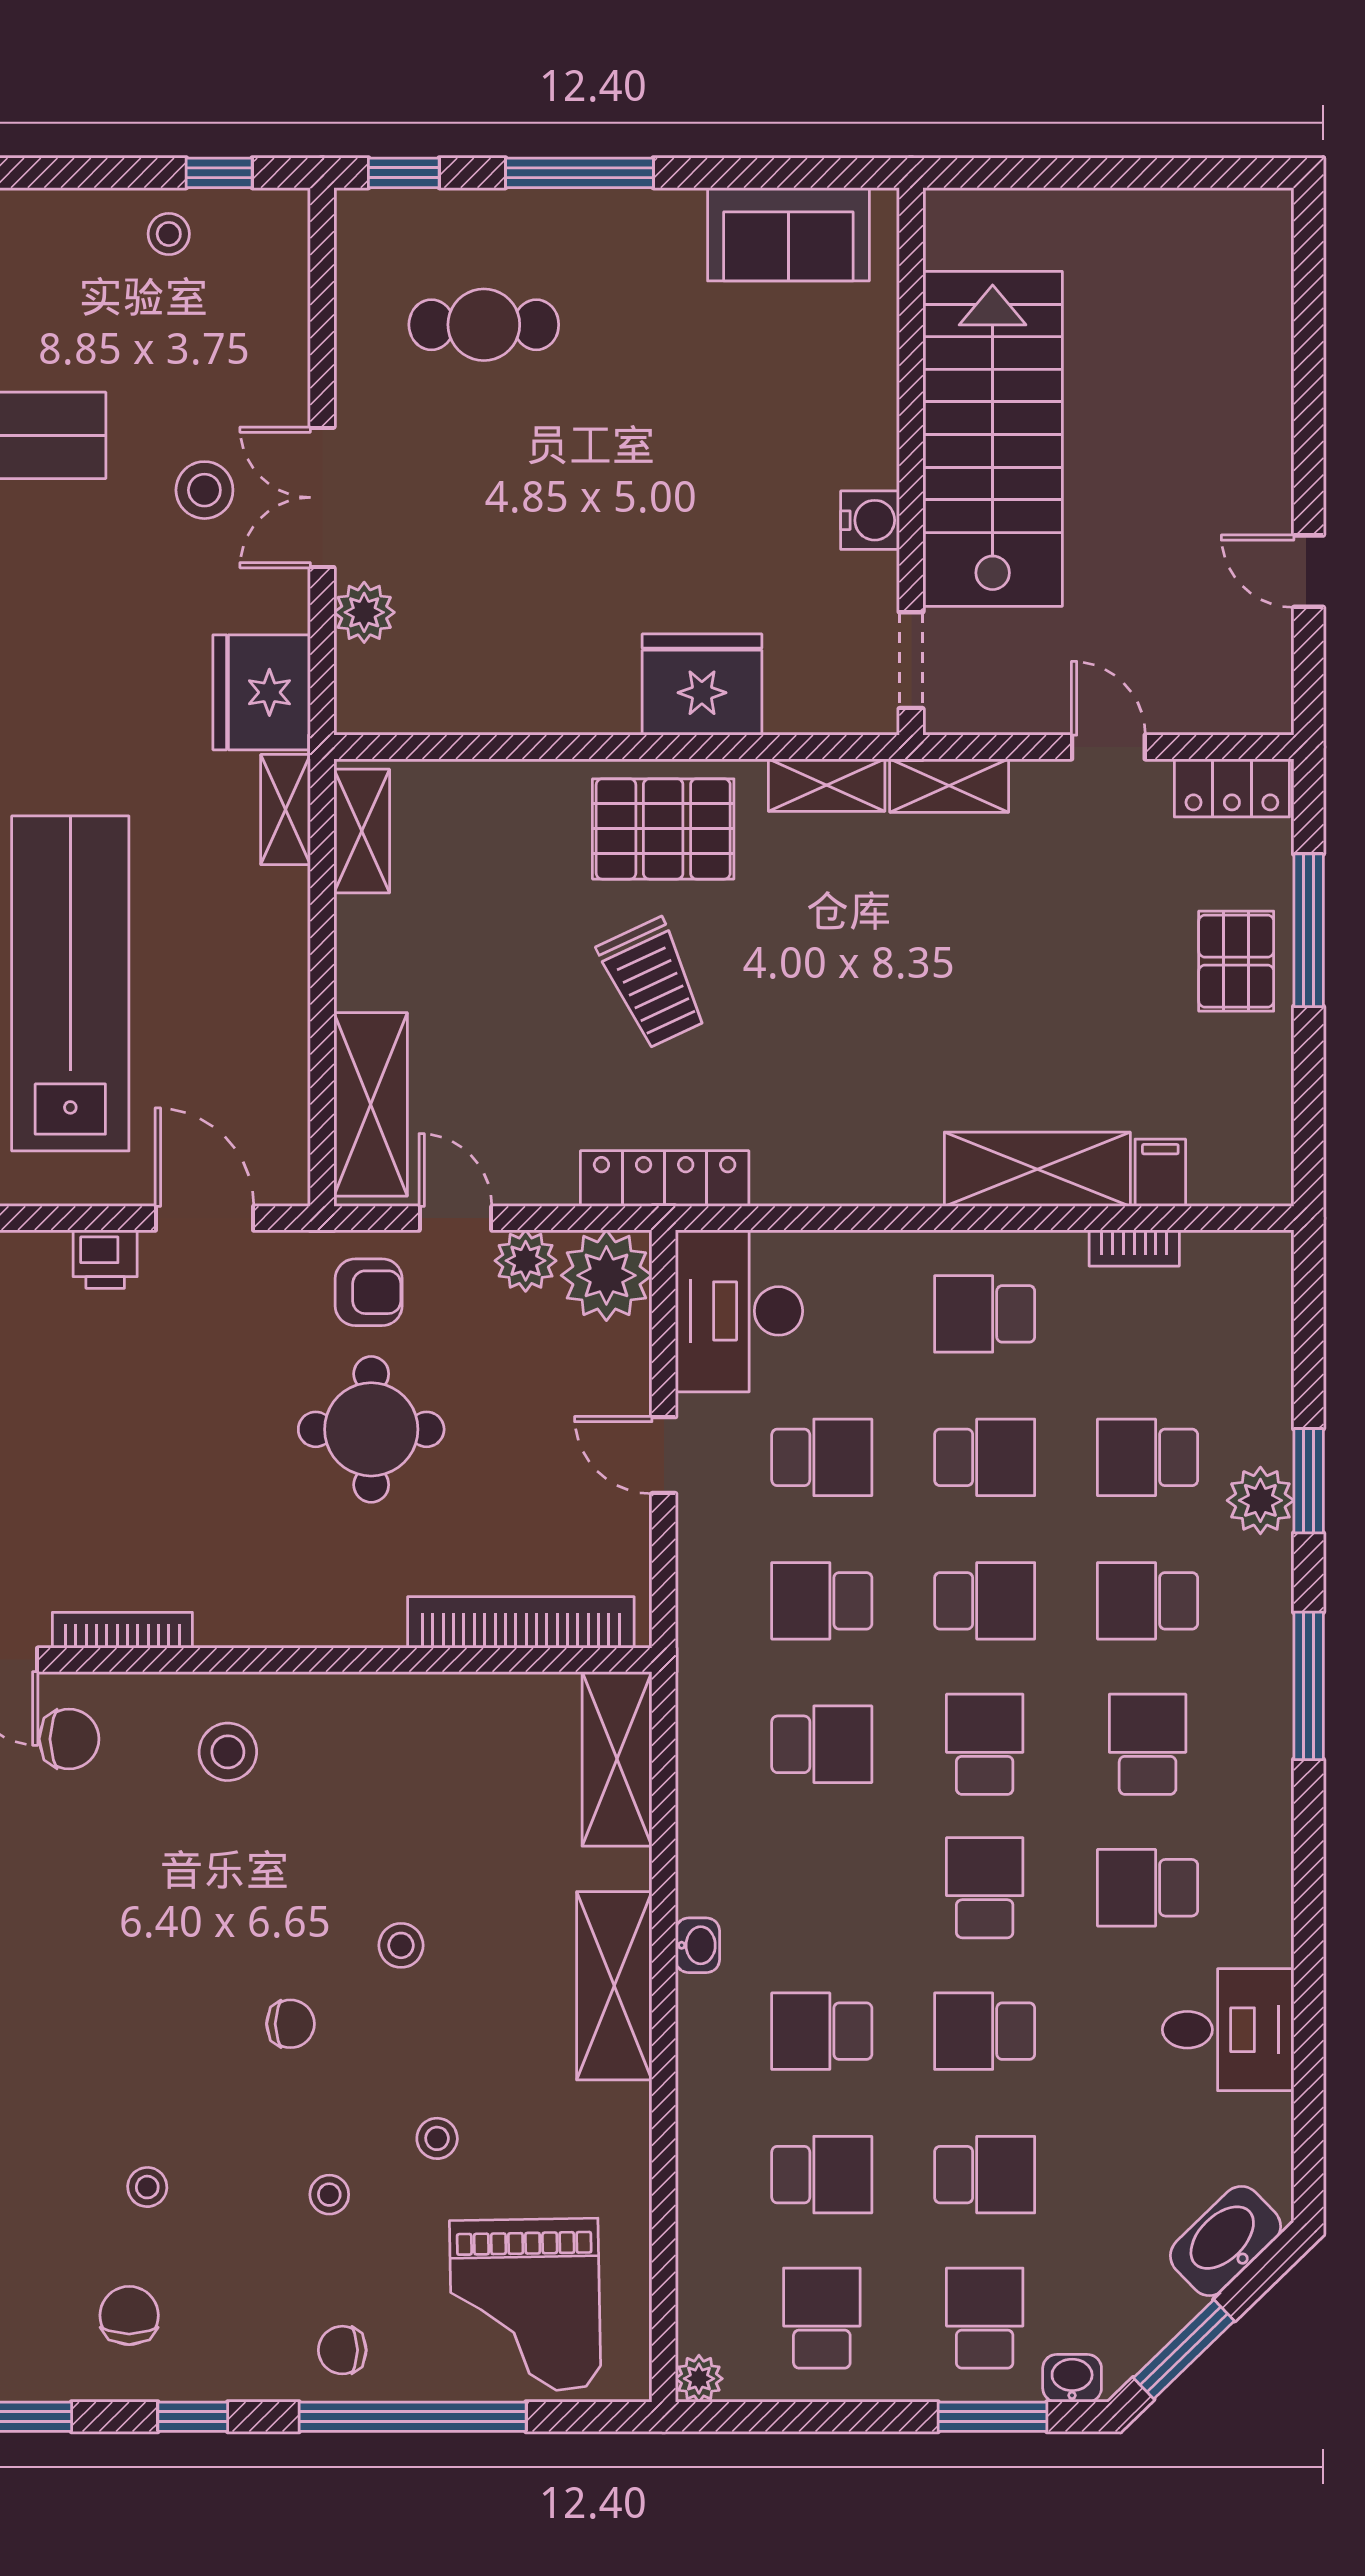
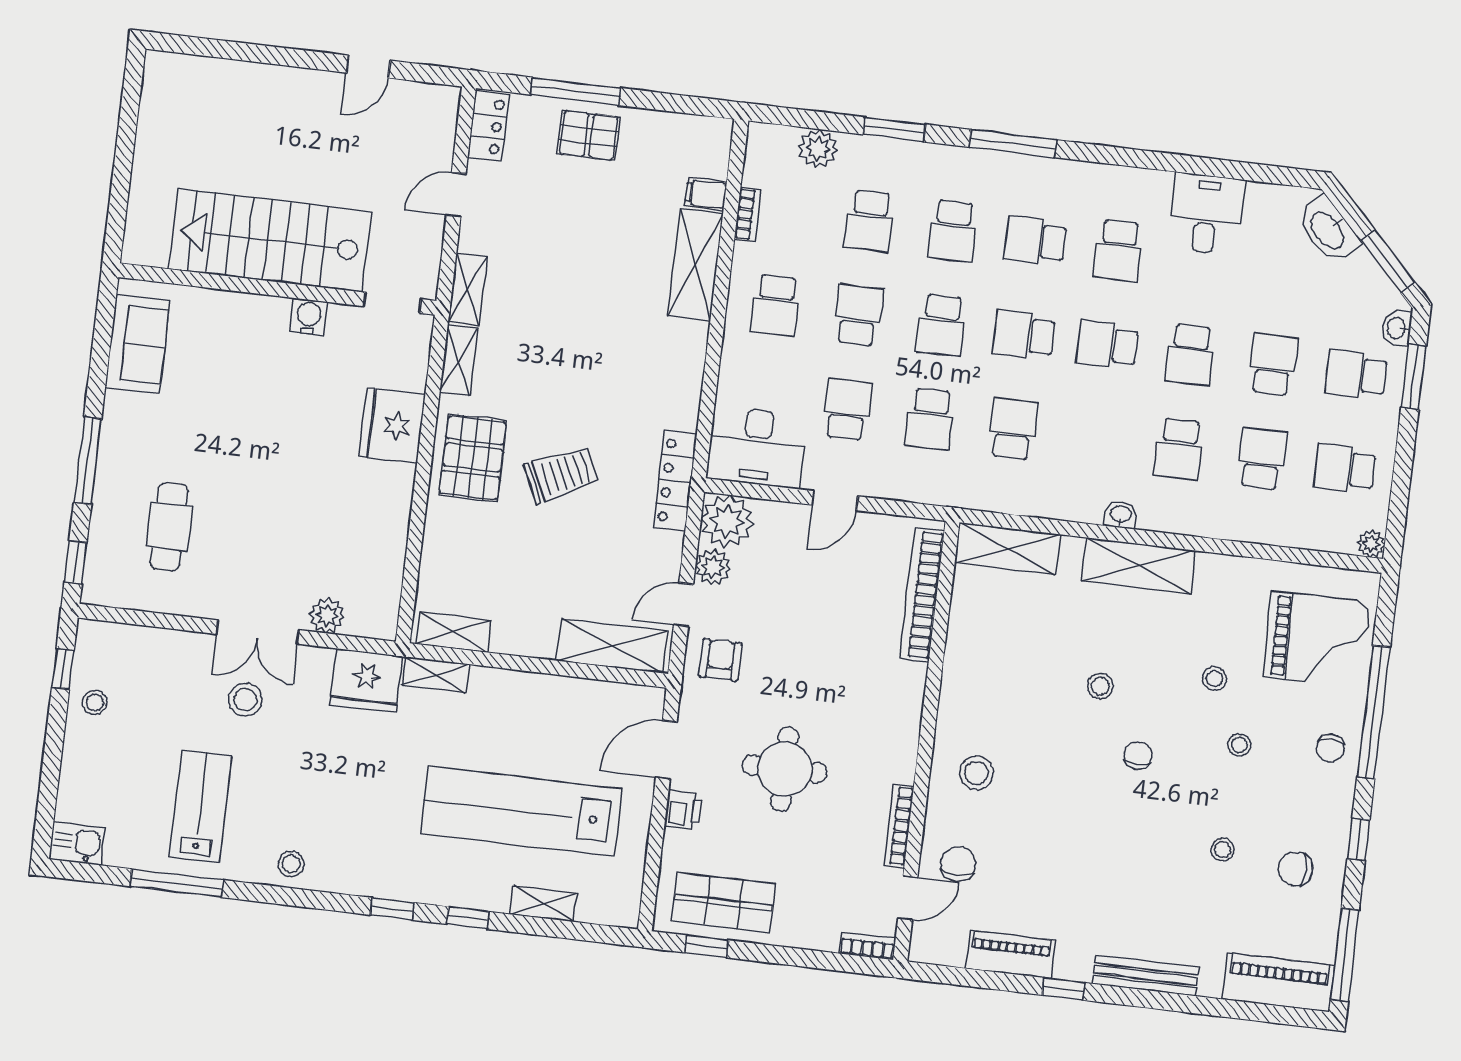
round table: (371, 1429) -> (785, 769), moved
plant: (1260, 1500) -> (818, 149), moved
school desk: (985, 1601) -> (941, 325), turned 180

